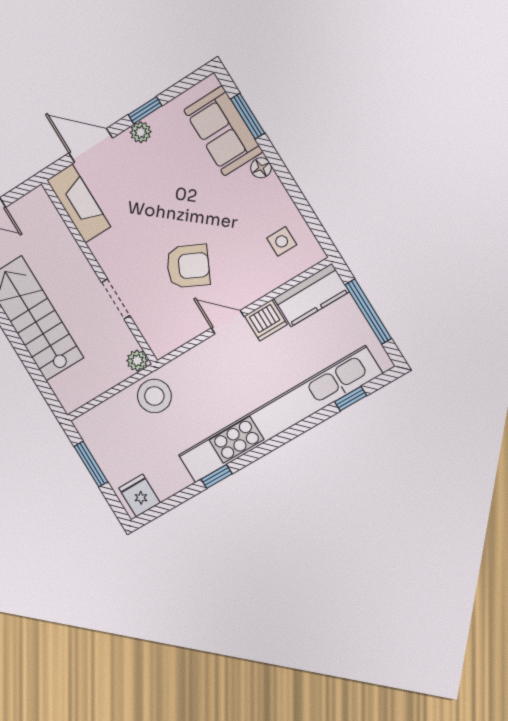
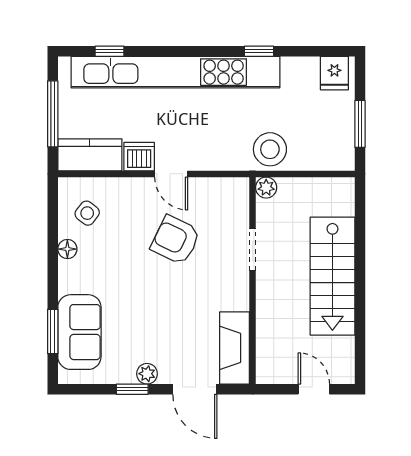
floor lamp: (261, 168) -> (67, 249), moved
side table: (282, 241) -> (87, 213), turned 38

